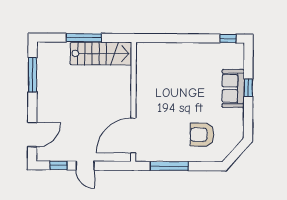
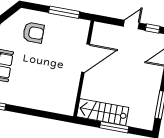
door: (133, 136) -> (86, 58), moved
door: (85, 166) -> (131, 25), hinge flipped

